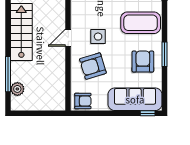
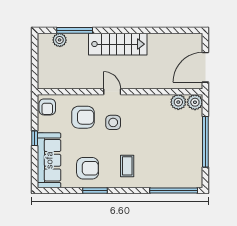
coffee table: (141, 23) -> (127, 166), width x0.54, depth x0.58
armchair: (93, 66) -> (83, 117), turned 107
window: (148, 113) -> (35, 138), moved

